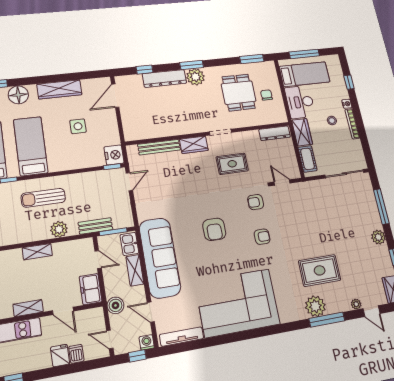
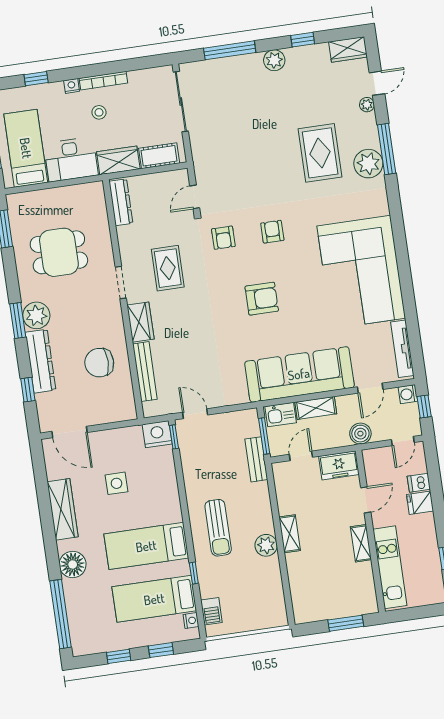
chair: (266, 95) -> (99, 363), moved, width x1.87, depth x1.87
plant: (59, 229) -> (266, 545), moved

